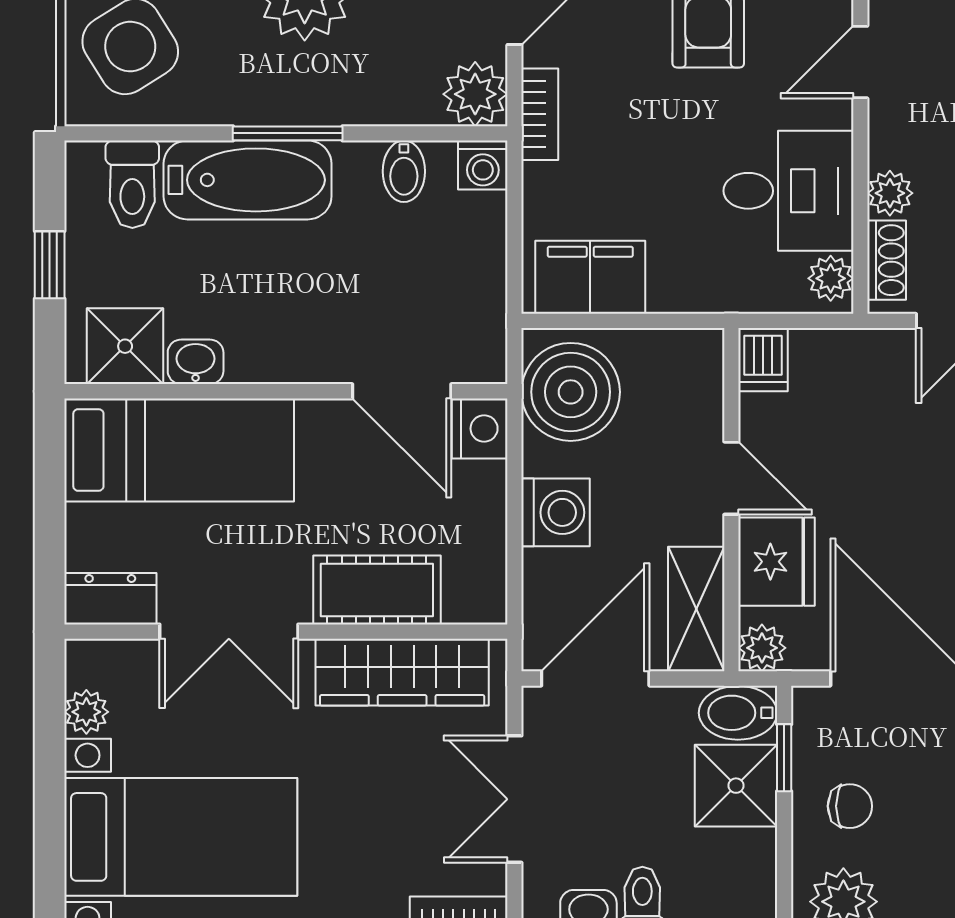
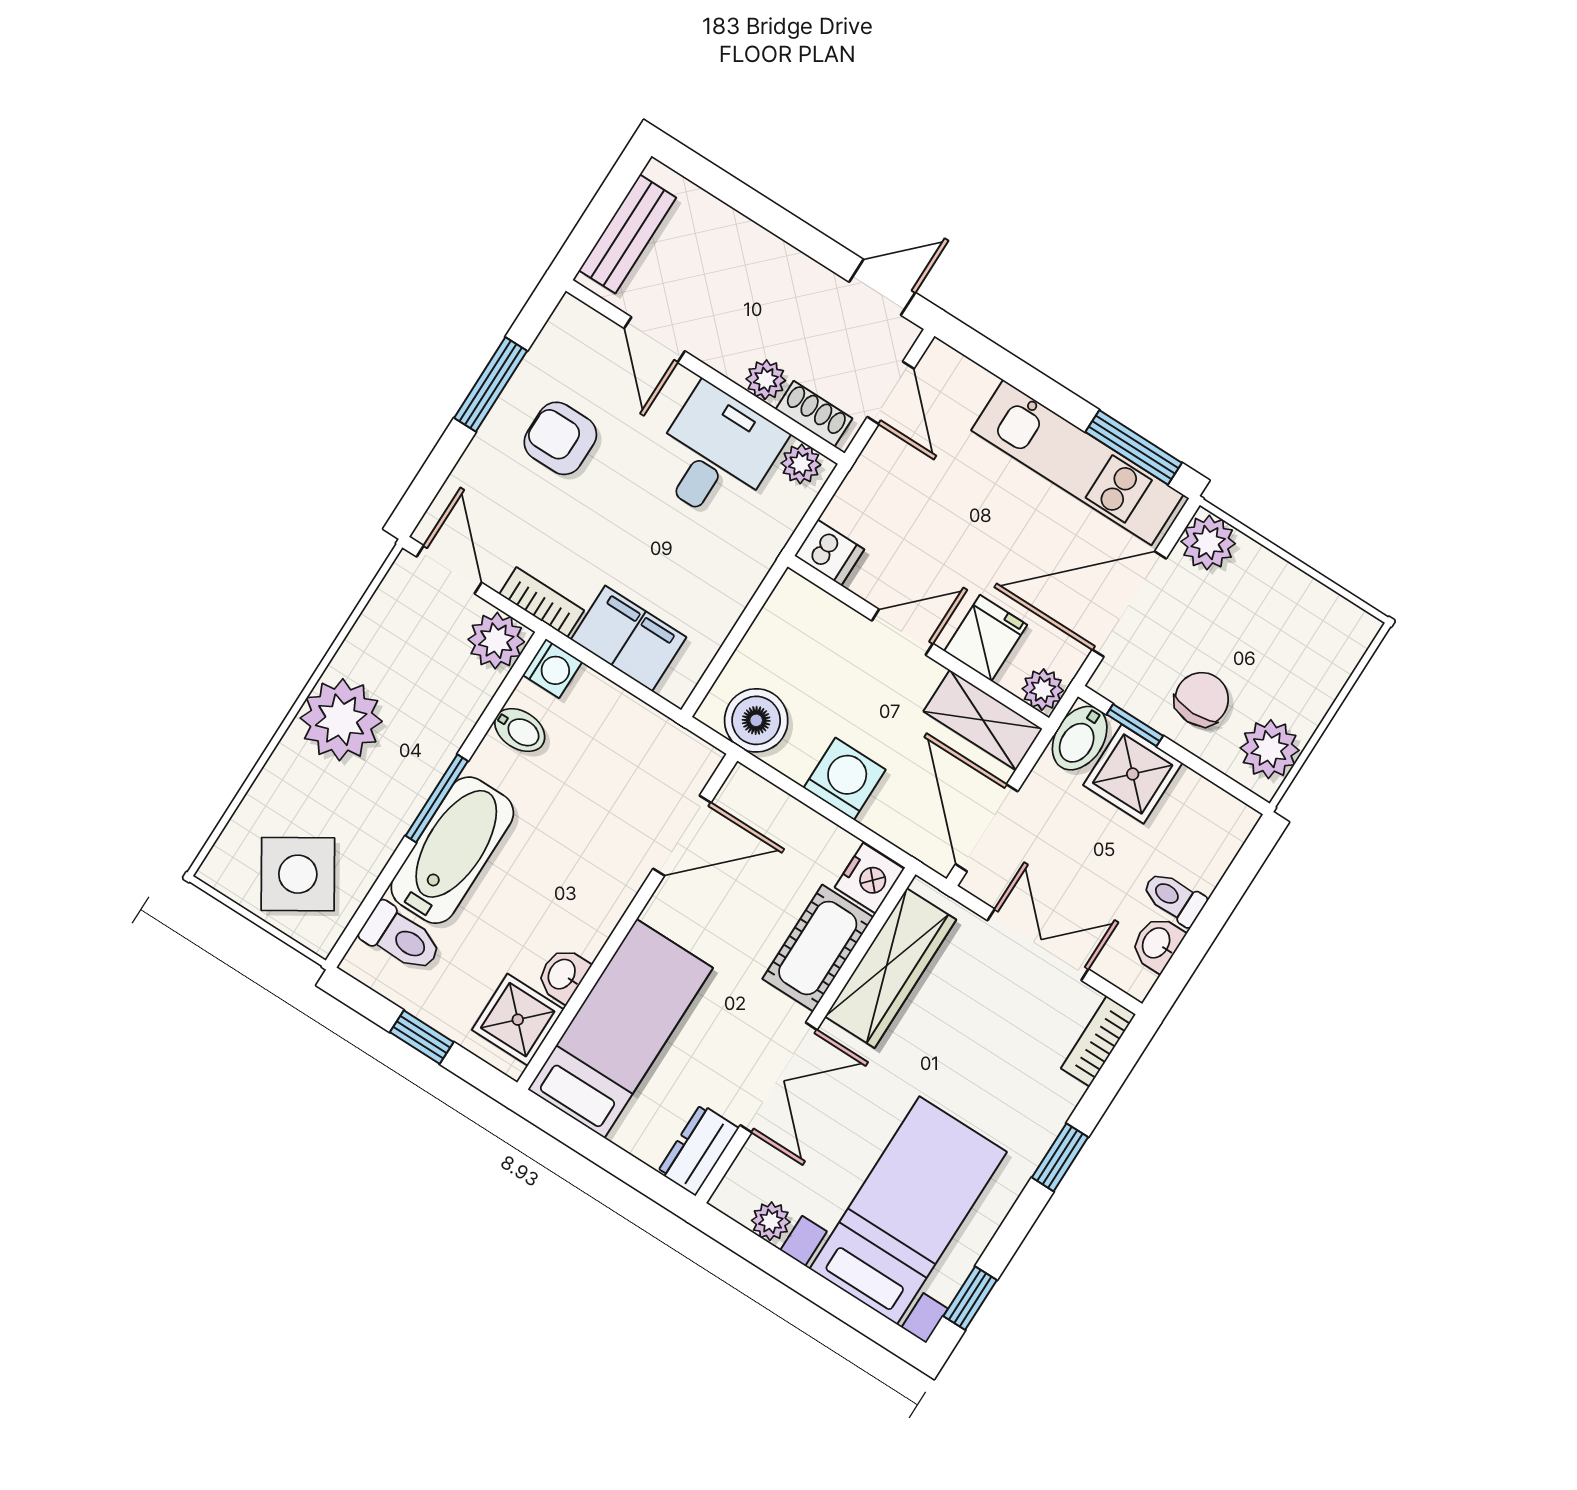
filing cabinet: (590, 277) -> (629, 638), moved, turned 90
boiler: (571, 392) -> (756, 720), width x0.73, depth x0.73
nightstand: (480, 429) -> (869, 878), moved, turned 90
fridge: (777, 562) -> (986, 638), width x0.72
double door: (514, 799) -> (1038, 945), swing flipped
chair: (850, 806) -> (1202, 699), width x1.37, depth x1.37

